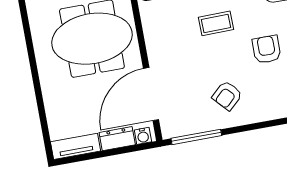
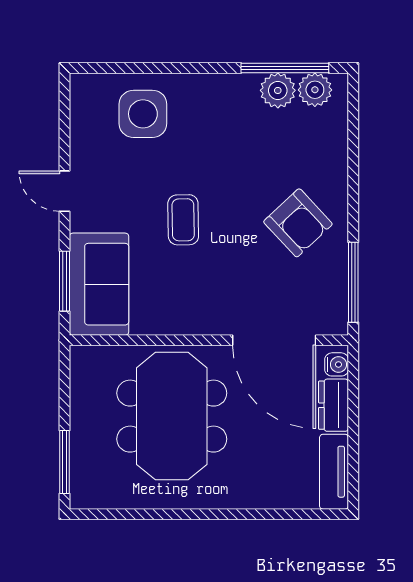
armchair: (267, 49) -> (237, 149), removed
armchair: (227, 96) -> (298, 223), width x1.38, depth x1.38

